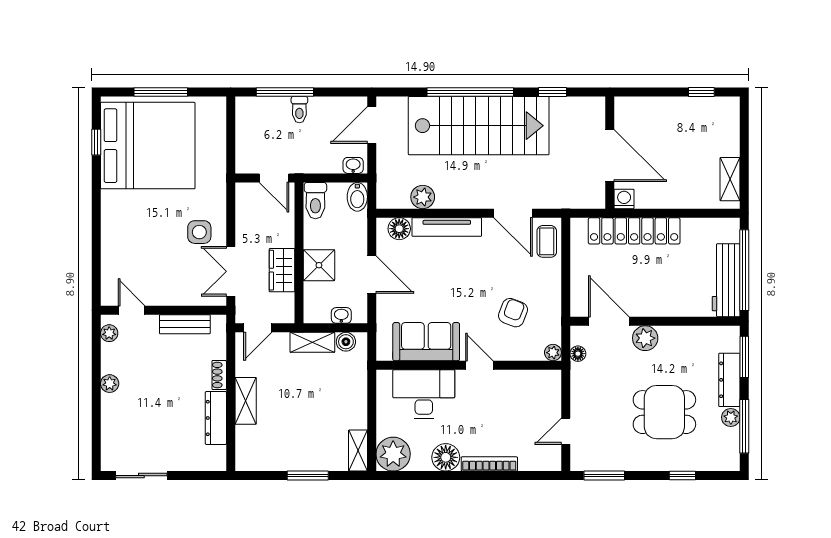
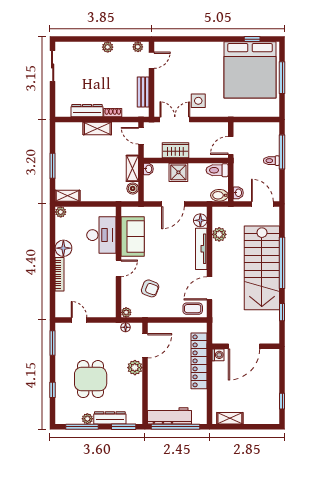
washbasin: (341, 315) -> (148, 169), moved
plant: (393, 454) -> (61, 212), width x0.53, depth x0.53

